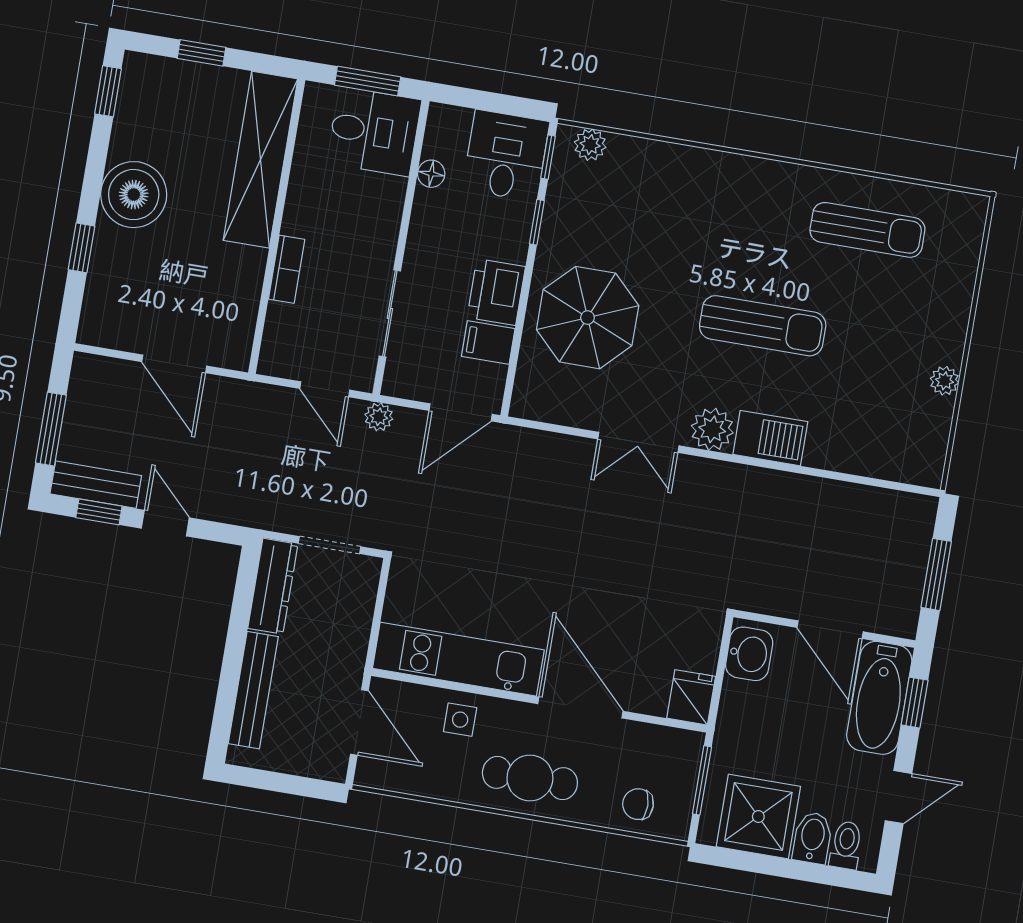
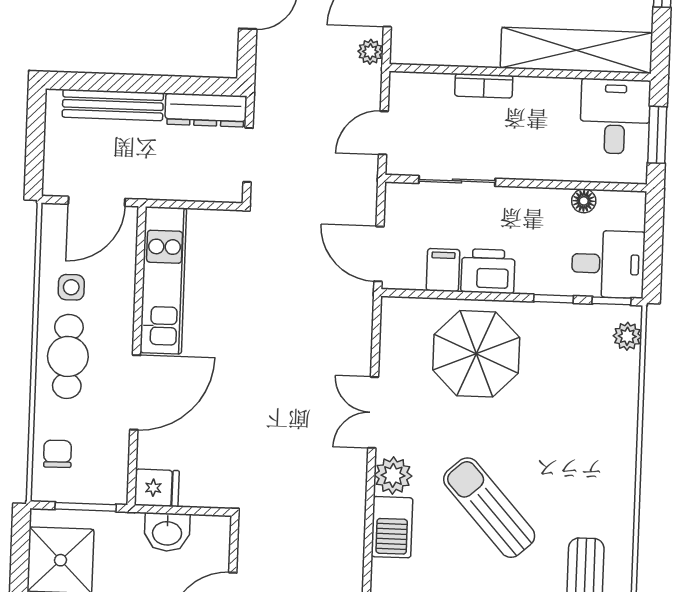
desk: (374, 132) -> (615, 116), moved, turned 180
sun lounger: (763, 326) -> (489, 508), turned 138
plant: (379, 417) -> (370, 52), moved
washbasin: (749, 654) -> (167, 532), moved
side table: (460, 720) -> (71, 287), moved

